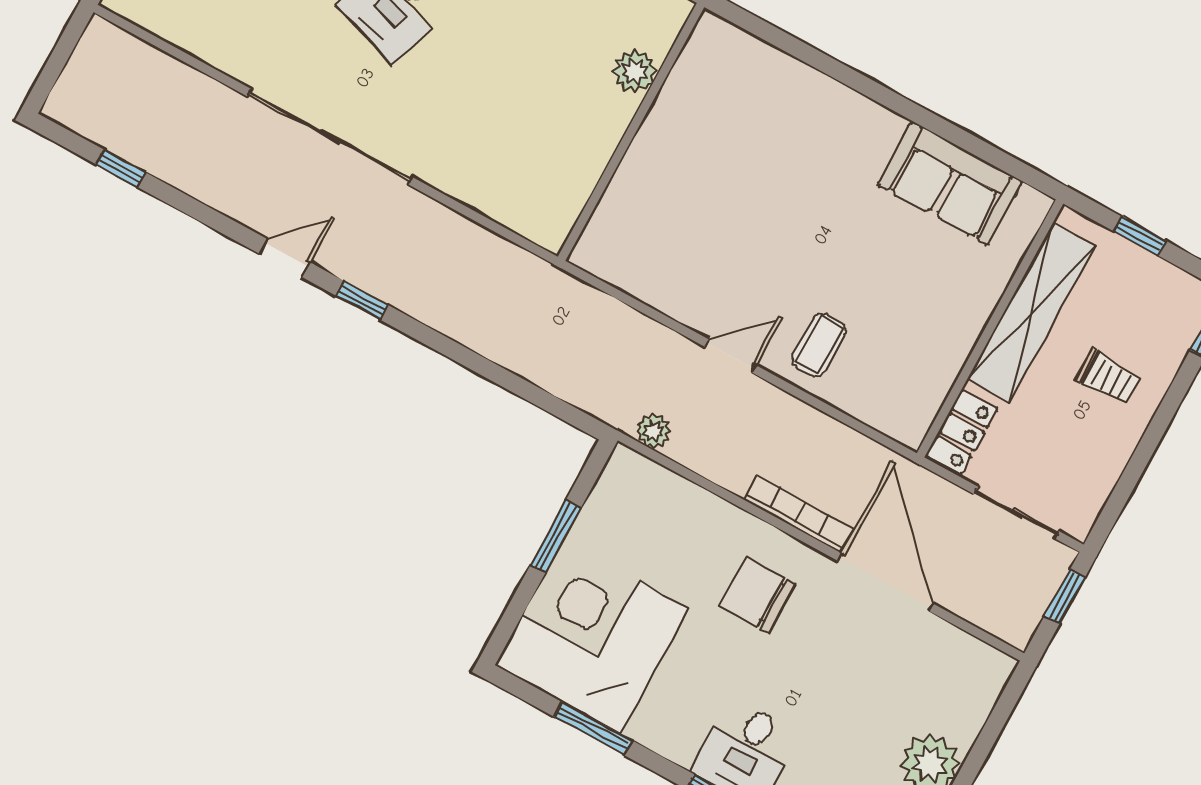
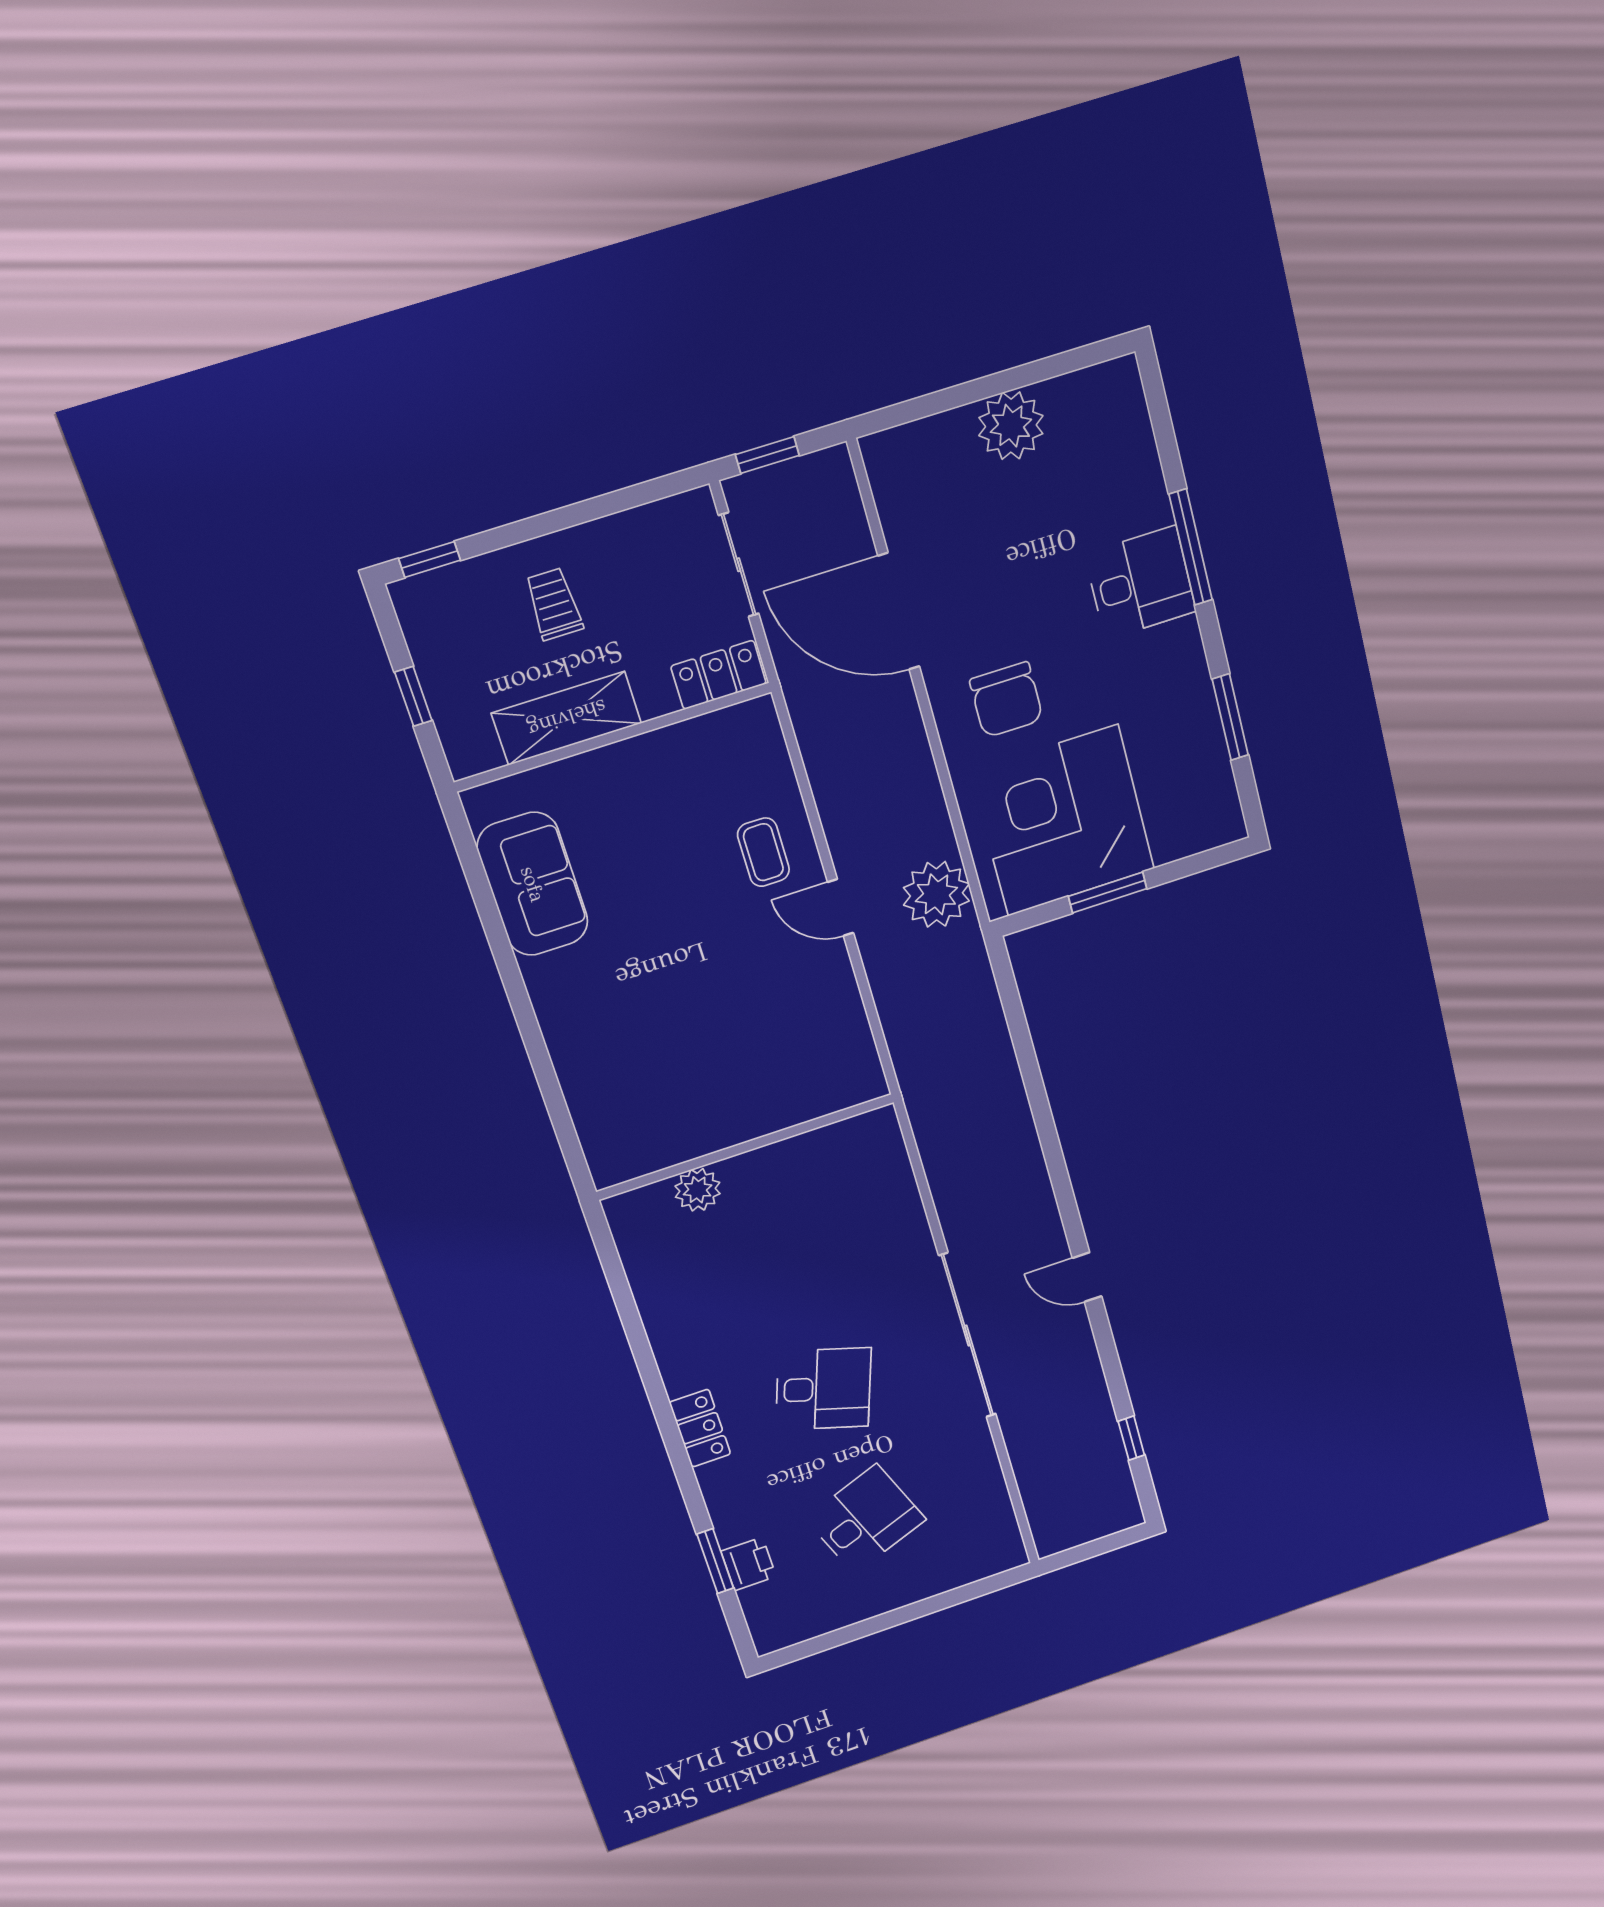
window: (362, 301) -> (1065, 1198), removed
shelving: (1031, 312) -> (567, 718), width x0.68
coffee table: (819, 345) -> (763, 852), turned 90
plant: (653, 431) -> (936, 894), width x1.88, depth x1.88
bookcase: (798, 514) -> (912, 734), removed
door: (885, 582) -> (899, 611), hinge flipped
corner desk: (592, 637) -> (1063, 821), moved, turned 90

